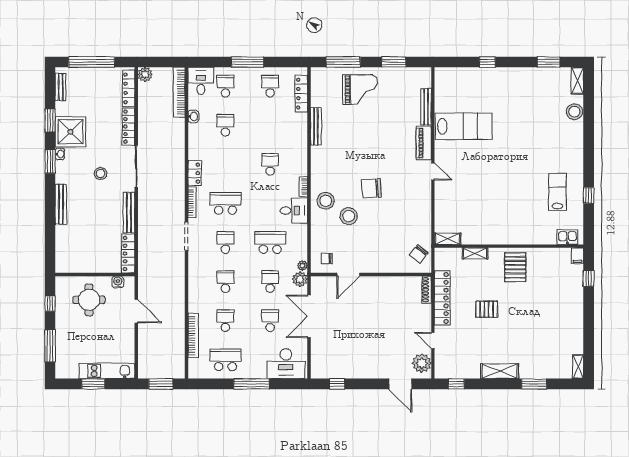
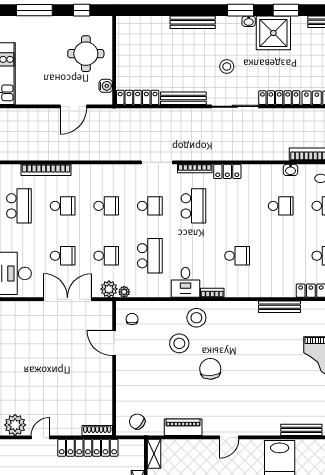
piano: (424, 143) -> (183, 427), moved

